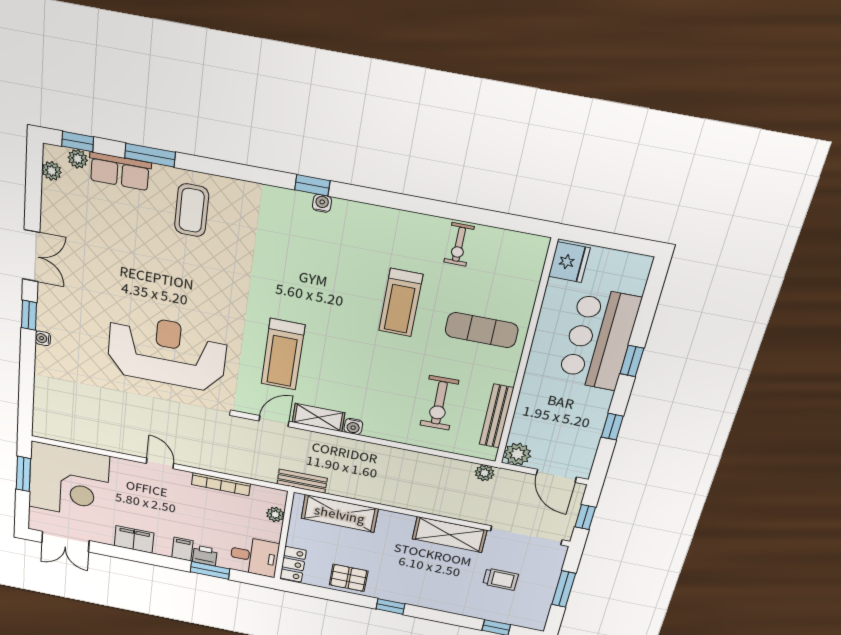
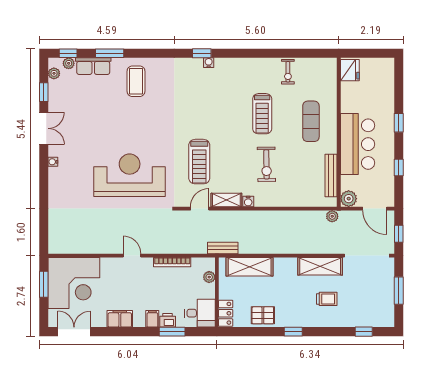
window: (29, 315) -> (44, 92), moved
exercise mat: (482, 330) -> (311, 121), turned 90
water cooler: (43, 338) -> (53, 162), moved
bar counter: (599, 339) -> (358, 144), moved, turned 180
exercise bike: (439, 403) -> (266, 164), moved
double door: (65, 542) -> (74, 332), swing flipped
trolley: (501, 579) -> (327, 299), moved

